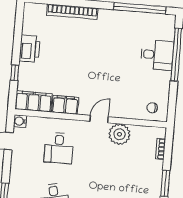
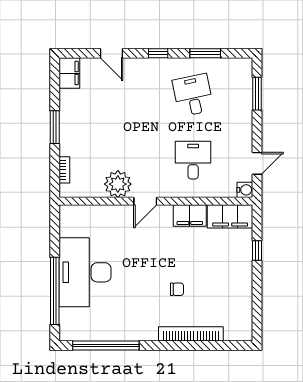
printer: (30, 49) -> (241, 282), removed
desk: (157, 55) -> (85, 272), width x1.87, depth x1.30
chair: (152, 108) -> (177, 289), moved

